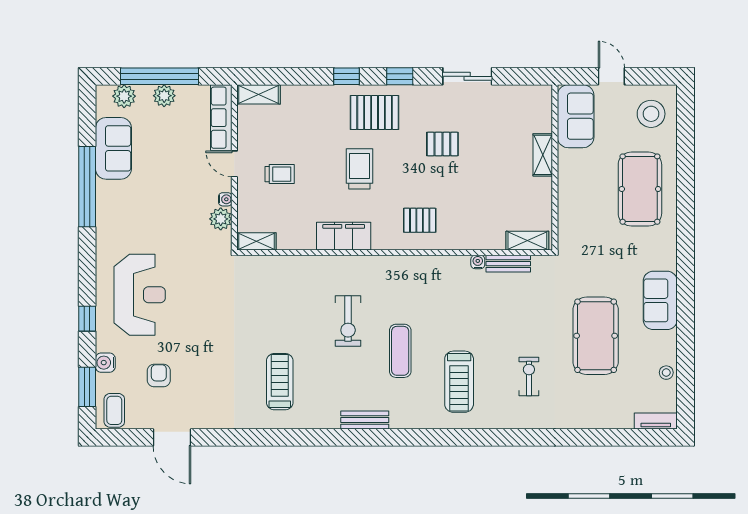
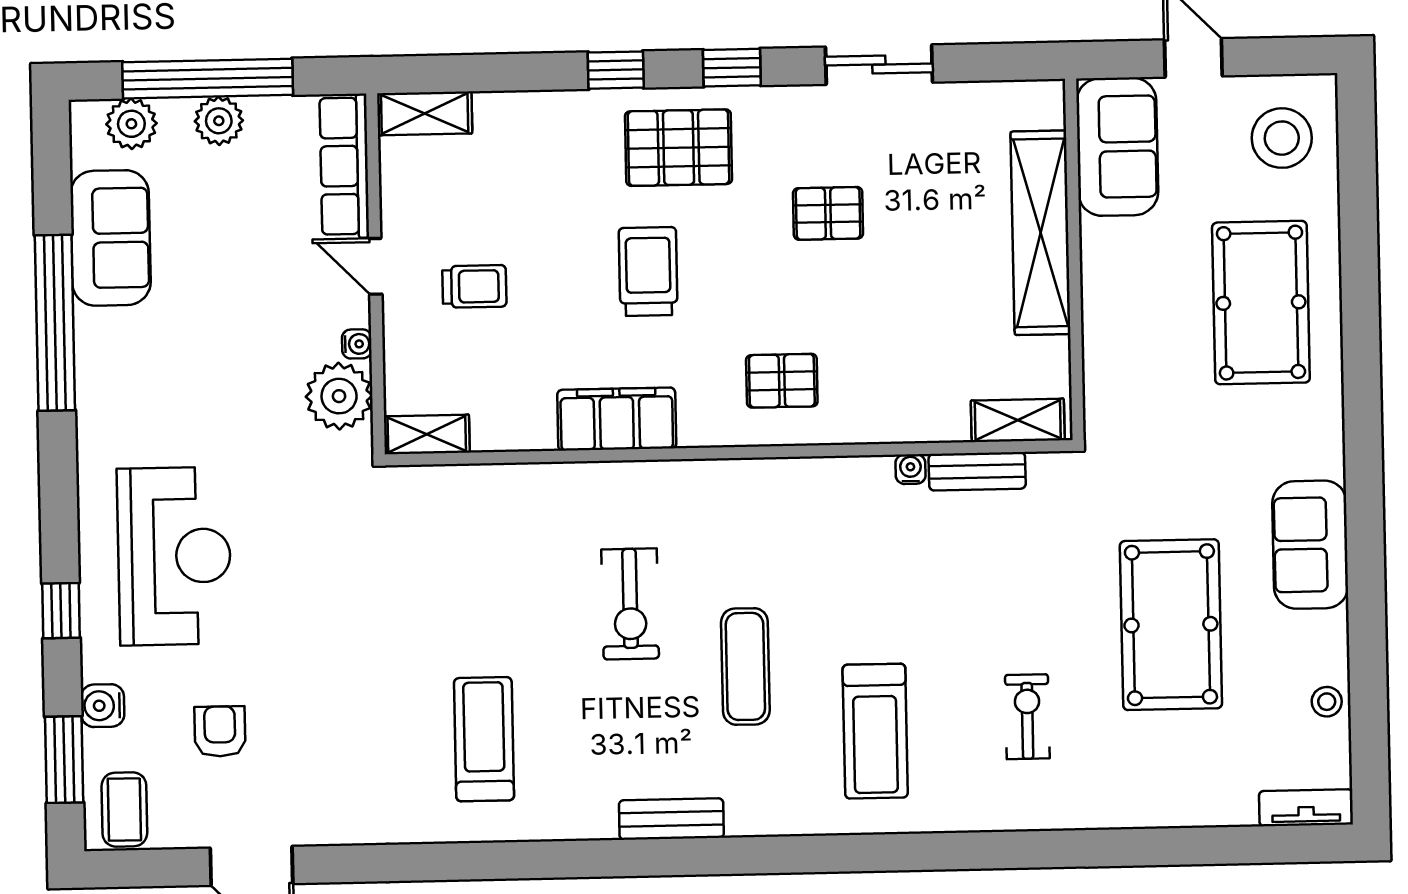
shelving: (543, 155) -> (1040, 233), width x2.20, depth x1.33
plant: (221, 219) -> (339, 396), width x1.36, depth x1.36

